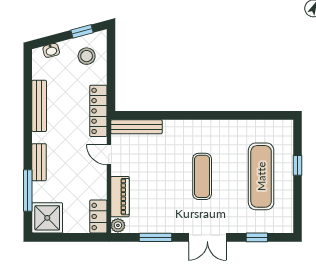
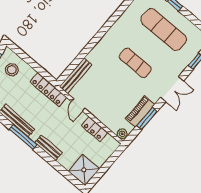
door: (109, 155) -> (78, 105), hinge flipped
window: (28, 191) -> (23, 137), moved
piano: (120, 197) -> (140, 111), moved, turned -90
locker: (98, 216) -> (94, 129), moved

